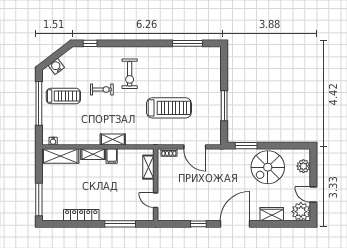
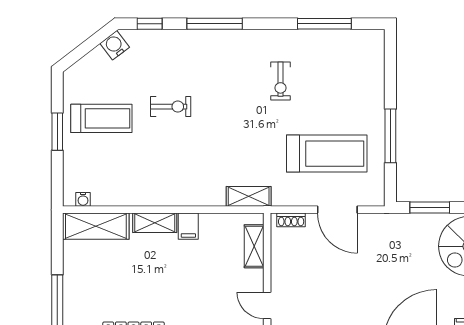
window: (126, 43) -> (215, 24), added
water cooler: (56, 66) -> (115, 45), moved
exercise bike: (130, 74) -> (280, 81), moved, width x0.73, depth x0.72
window: (39, 103) -> (57, 132), width x0.47
treadmill: (169, 108) -> (327, 154), moved
shelving: (113, 140) -> (249, 196), moved

